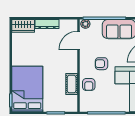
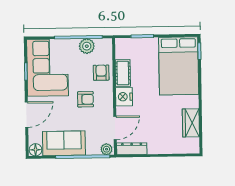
dresser: (47, 24) -> (132, 149), moved
wardrobe: (23, 26) -> (191, 123), moved, turned -90
nightstand: (71, 65) -> (124, 97), added
plant: (100, 106) -> (87, 46), added

